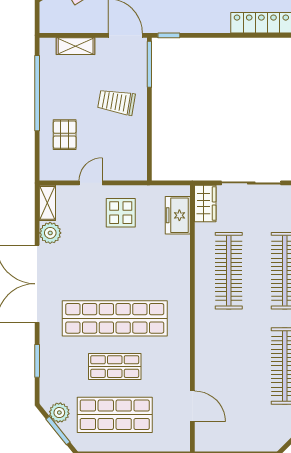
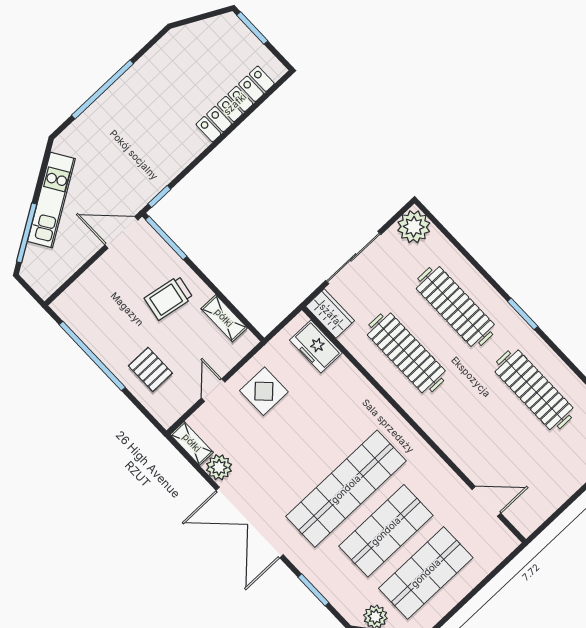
shelving: (76, 46) -> (224, 318), moved, turned 90
shop shelf: (115, 367) -> (386, 531), width x1.43, depth x1.36

